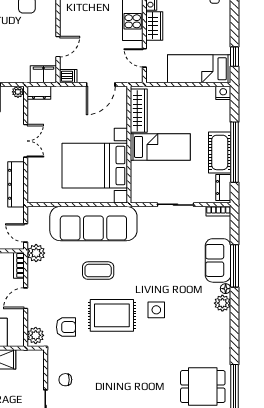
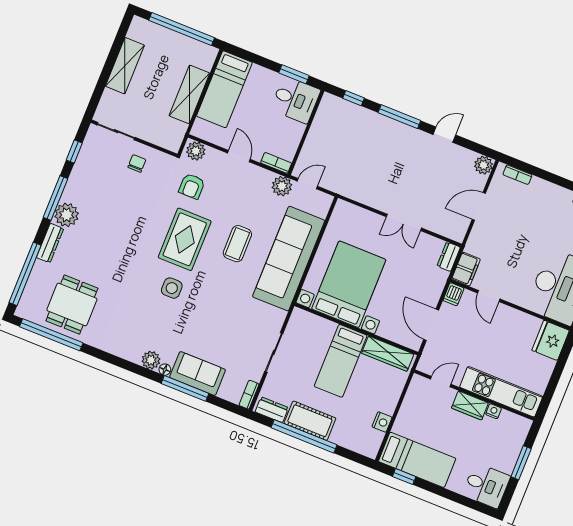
bed: (199, 69) -> (417, 460), moved, turned 90
plant: (18, 92) -> (458, 235), removed
nightstand: (223, 93) -> (382, 422), moved
dresser: (16, 184) -> (362, 194), removed

